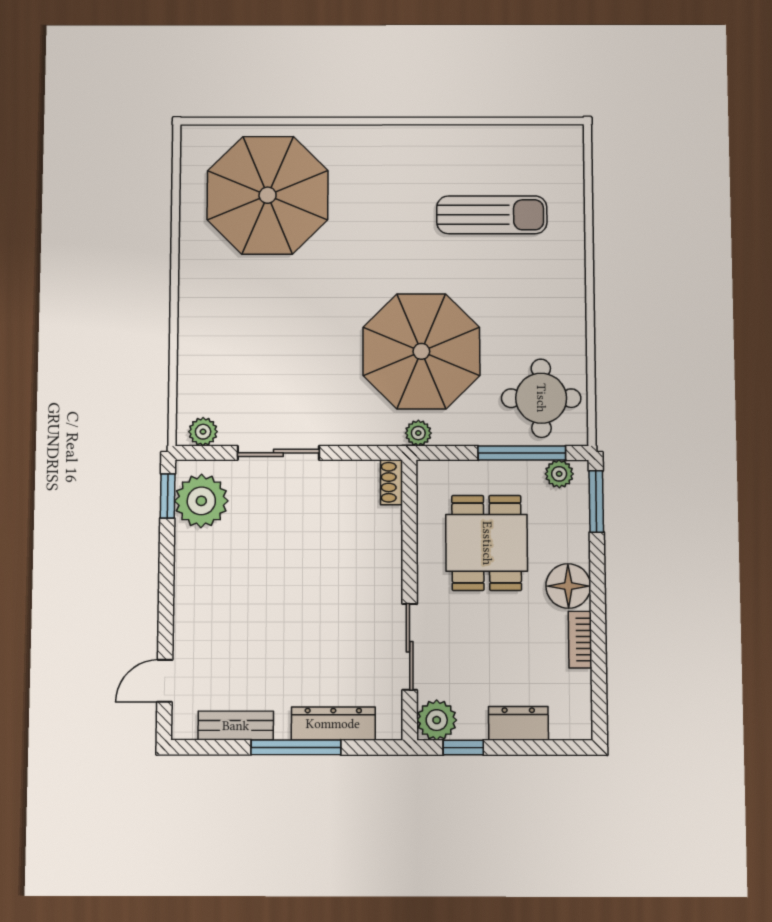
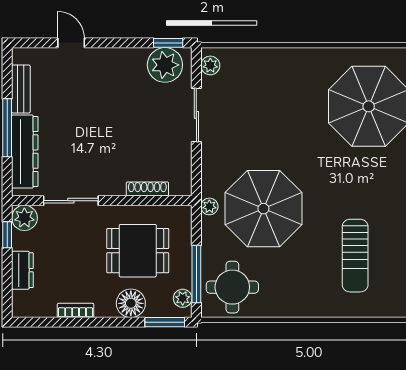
shoe rack: (392, 482) -> (147, 189), moved, width x1.43
floor lamp: (568, 586) -> (131, 303), moved
door: (165, 681) -> (71, 43), moved
dresser: (333, 724) -> (25, 152), width x1.37, depth x1.24

